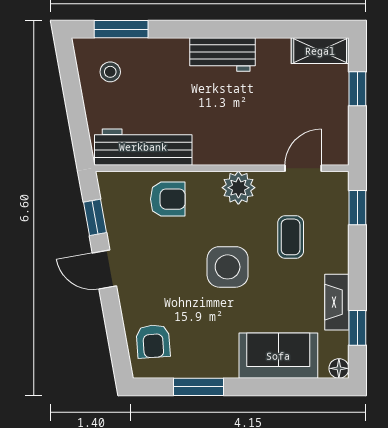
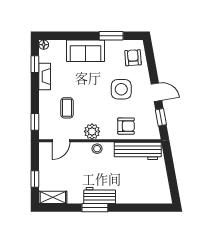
window: (121, 29) -> (95, 208), moved
stool: (110, 72) -> (97, 149), moved
armchair: (168, 199) -> (126, 126), turned 180
side table: (228, 267) -> (121, 89), moved
sofa: (278, 356) -> (85, 51), moved

